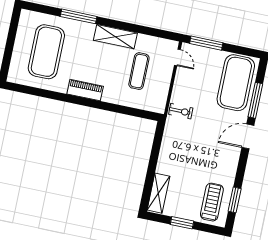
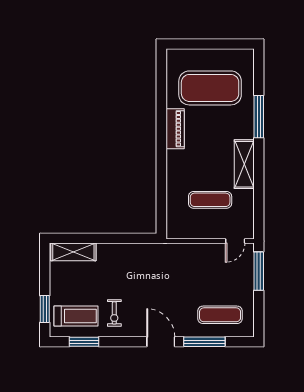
exercise mat: (236, 83) -> (220, 315), width x0.50, depth x0.69
piano: (85, 90) -> (175, 129), moved
exercise bike: (181, 111) -> (114, 313), moved
window: (182, 223) -> (45, 309), moved

